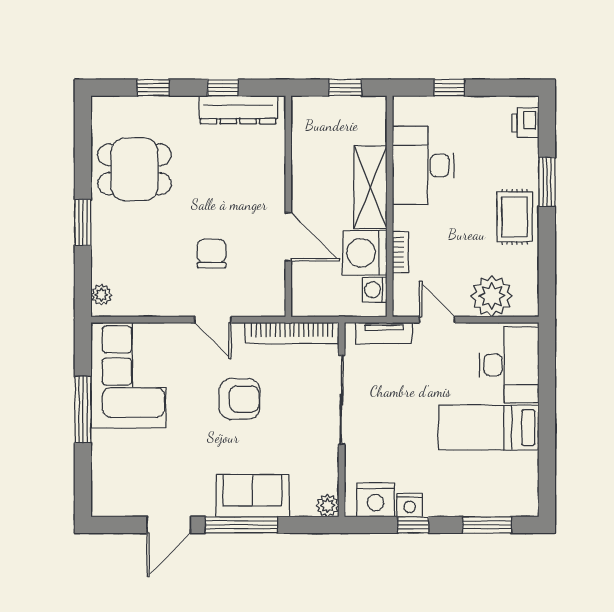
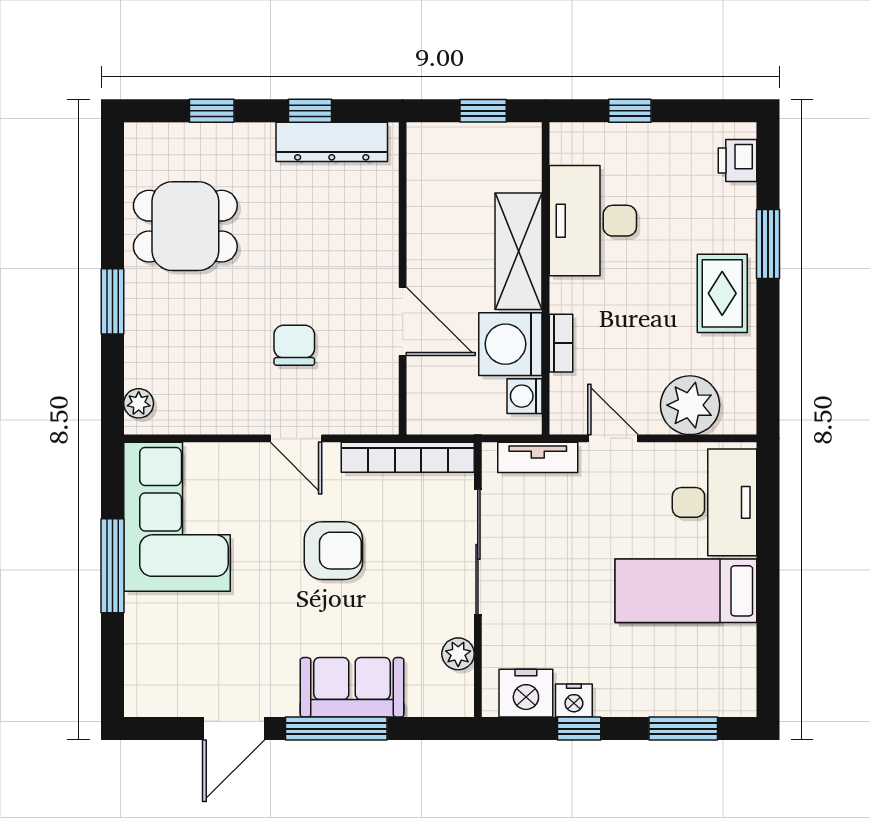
plant: (328, 506) -> (458, 654), moved

